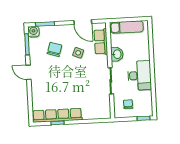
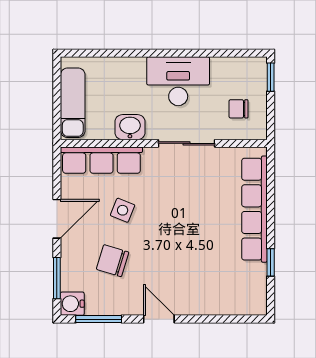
door: (83, 22) -> (57, 219), moved
row of seats: (101, 42) -> (101, 160), width x1.48
door: (29, 72) -> (159, 319), swing flipped
row of seats: (57, 115) -> (254, 209), moved

